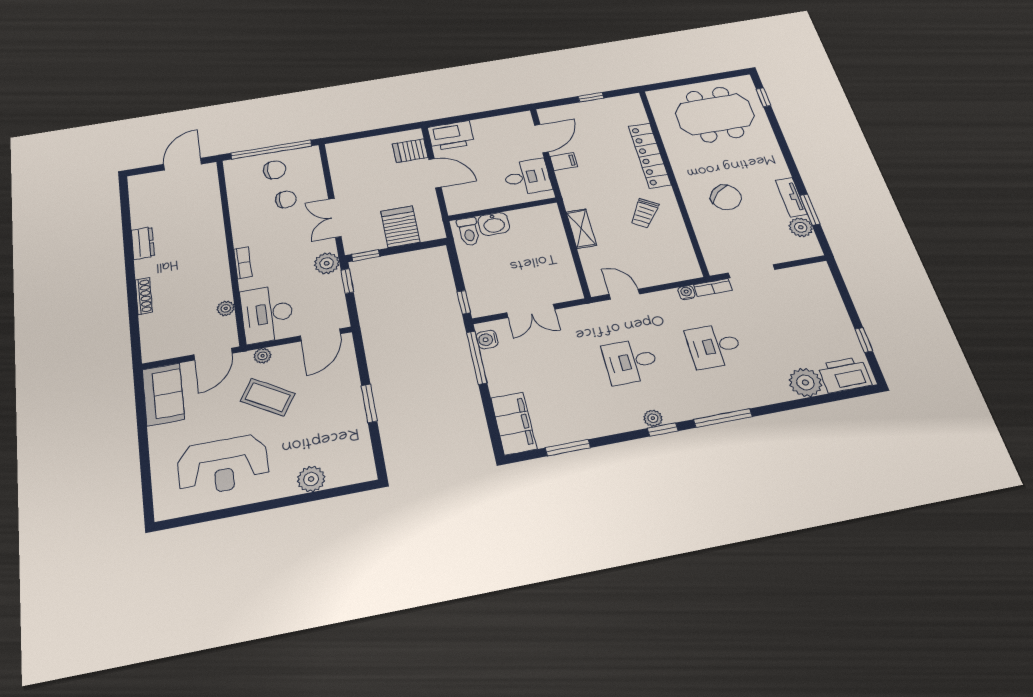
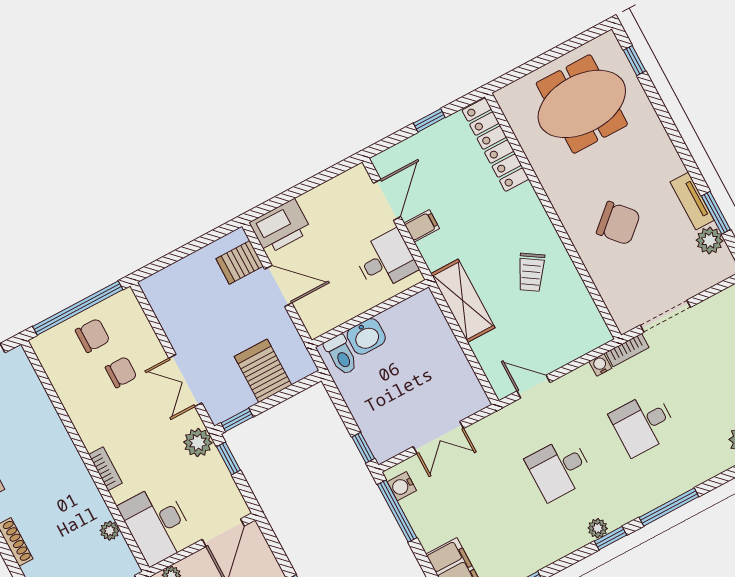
locker: (650, 155) -> (495, 145), moved
shelving: (581, 229) -> (463, 301), width x1.50, depth x1.33

